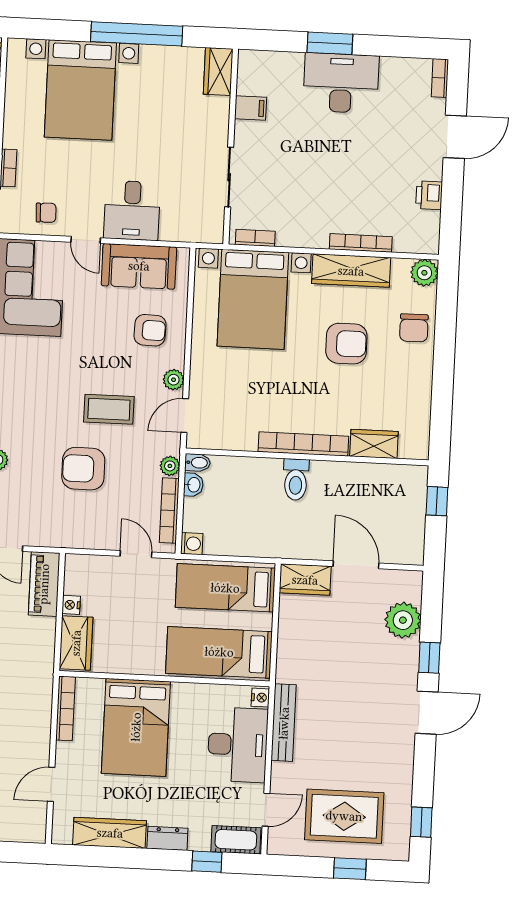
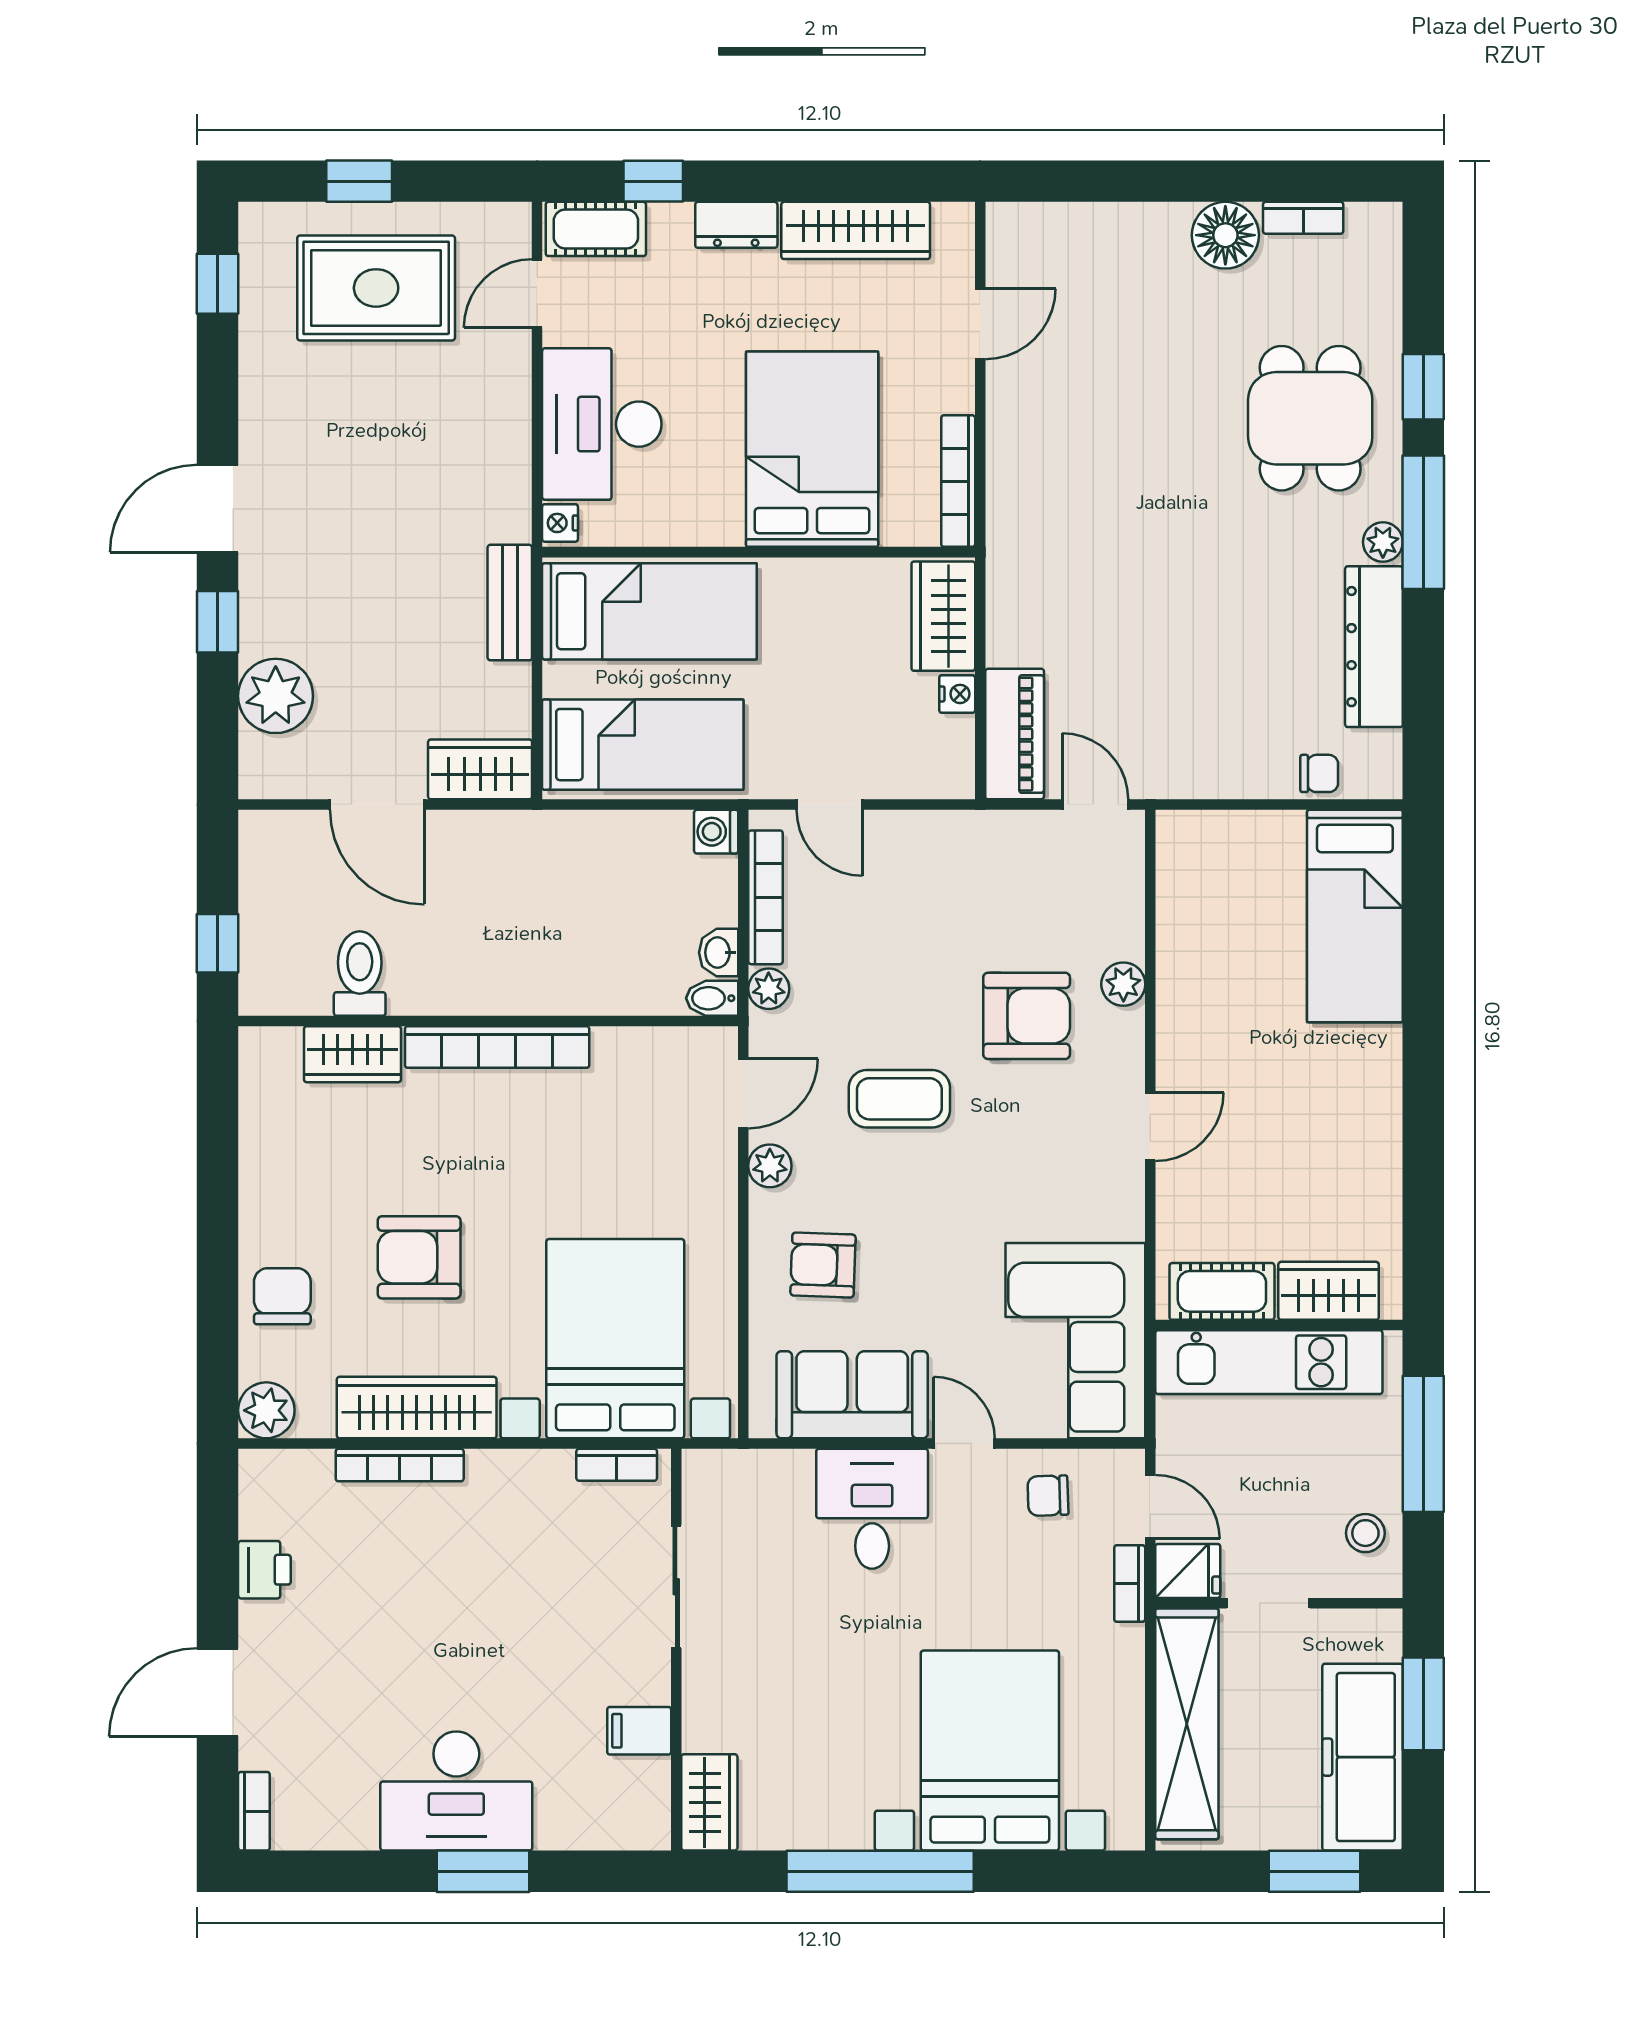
armchair: (83, 469) -> (1027, 1016), moved
toilet: (296, 480) -> (360, 974), moved
bench: (284, 723) -> (510, 603), moved, width x0.73

